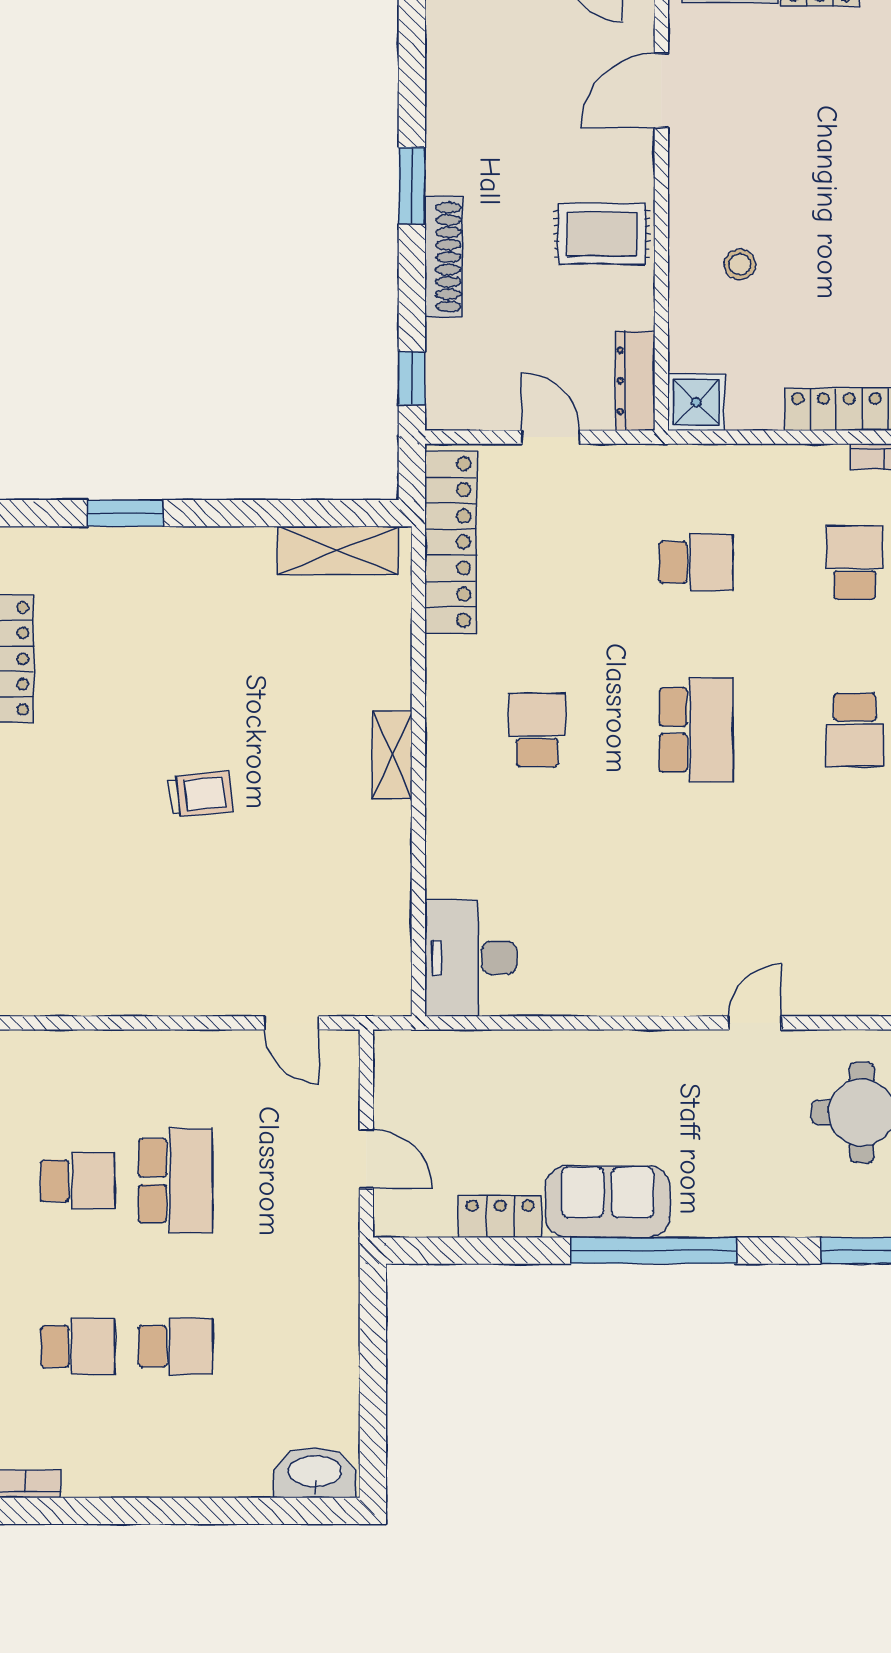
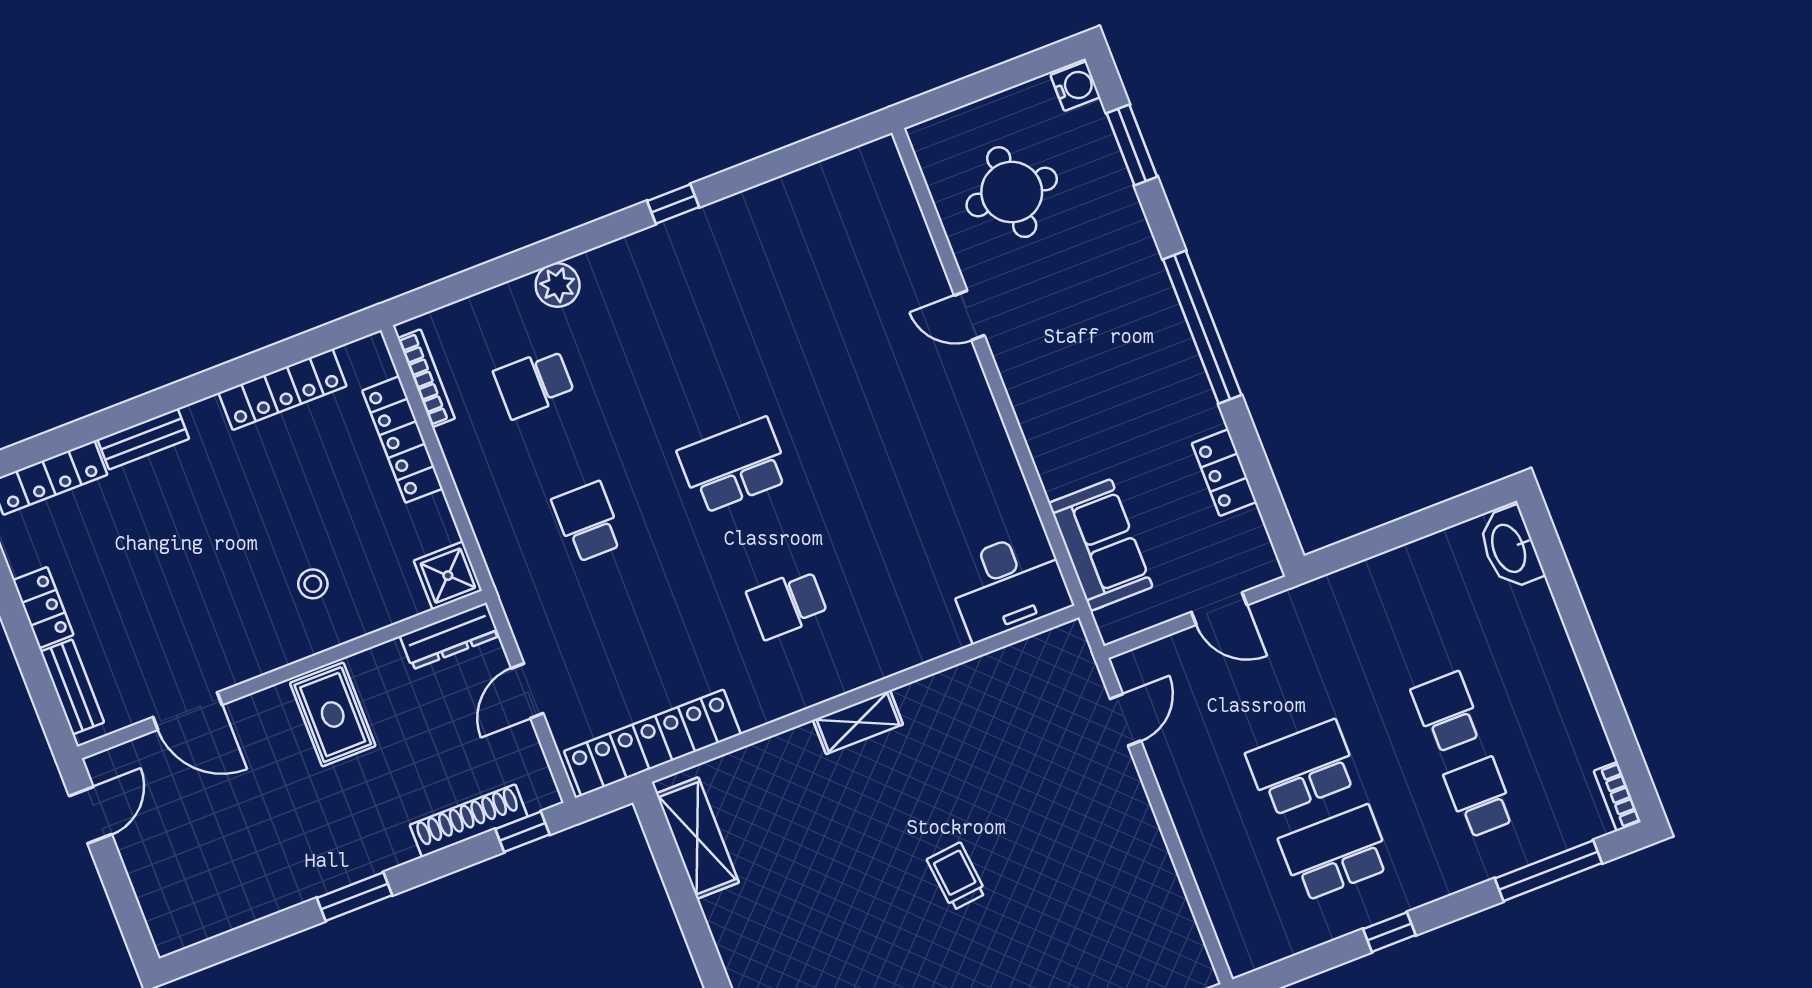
shoe rack: (444, 257) -> (469, 821), moved
school desk: (855, 730) -> (680, 327), removed
door: (366, 1159) -> (1219, 609), swing flipped
school desk: (78, 1181) -> (1335, 853), width x1.85
sofa: (608, 1202) -> (1101, 545), moved, turned 180

